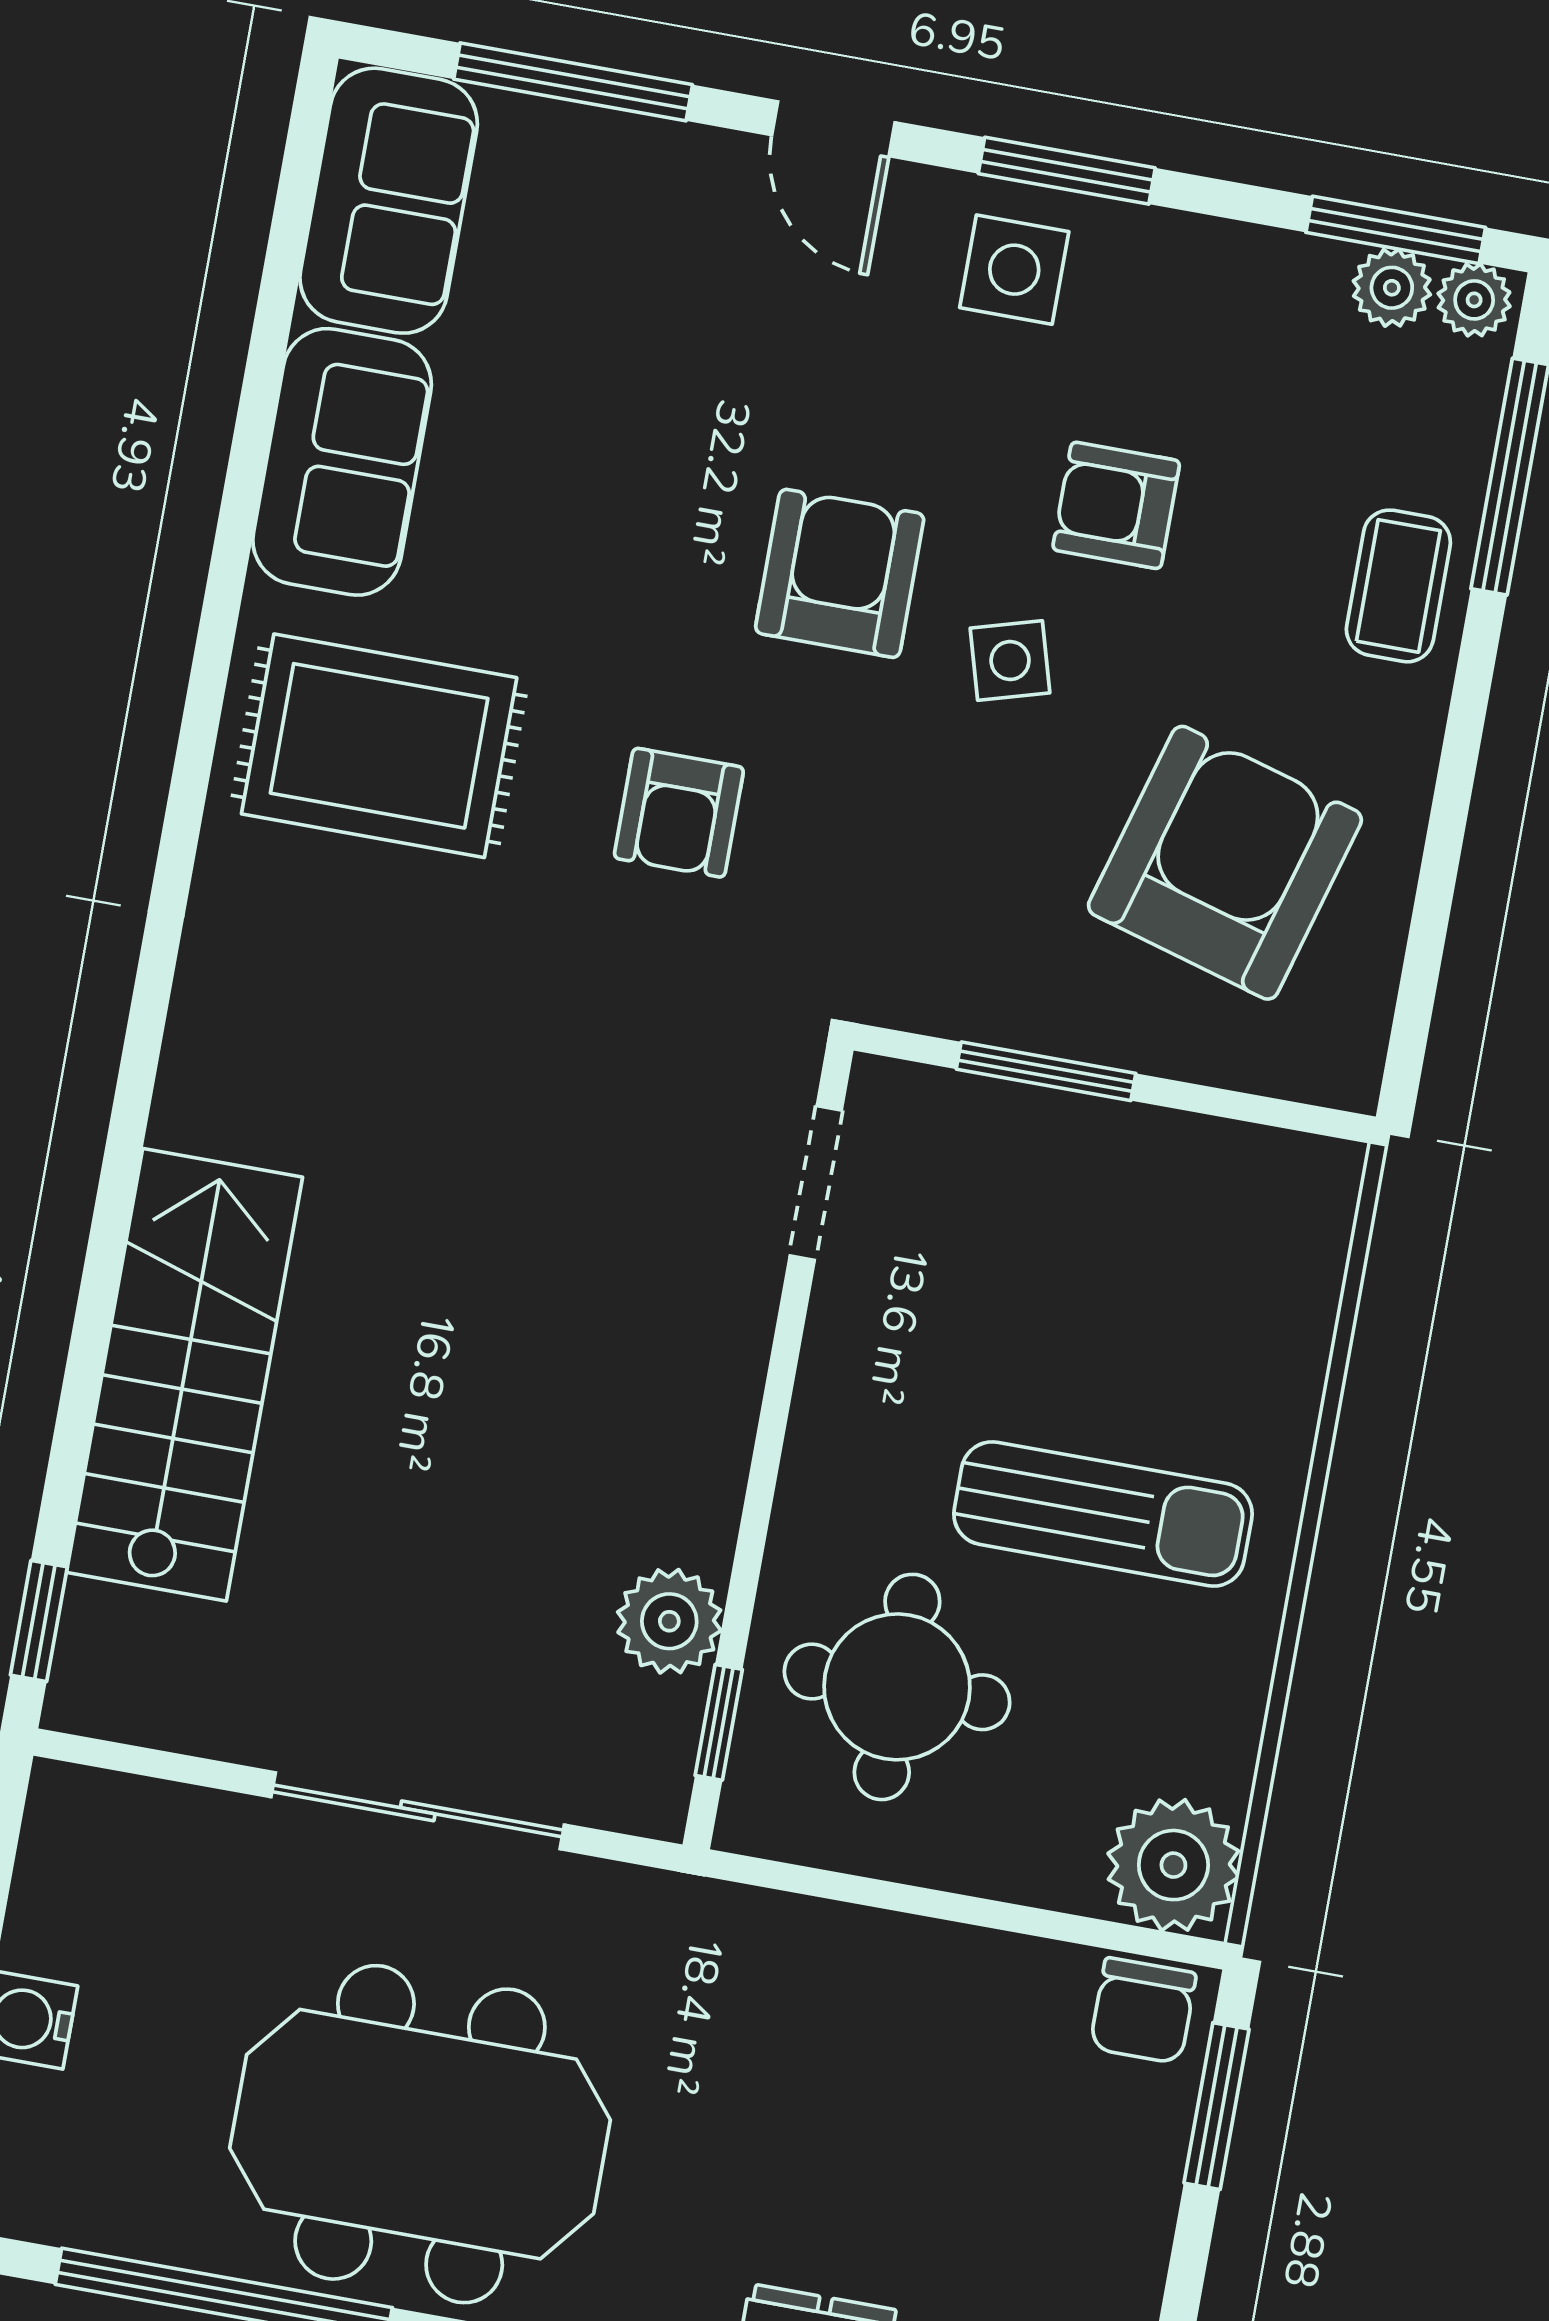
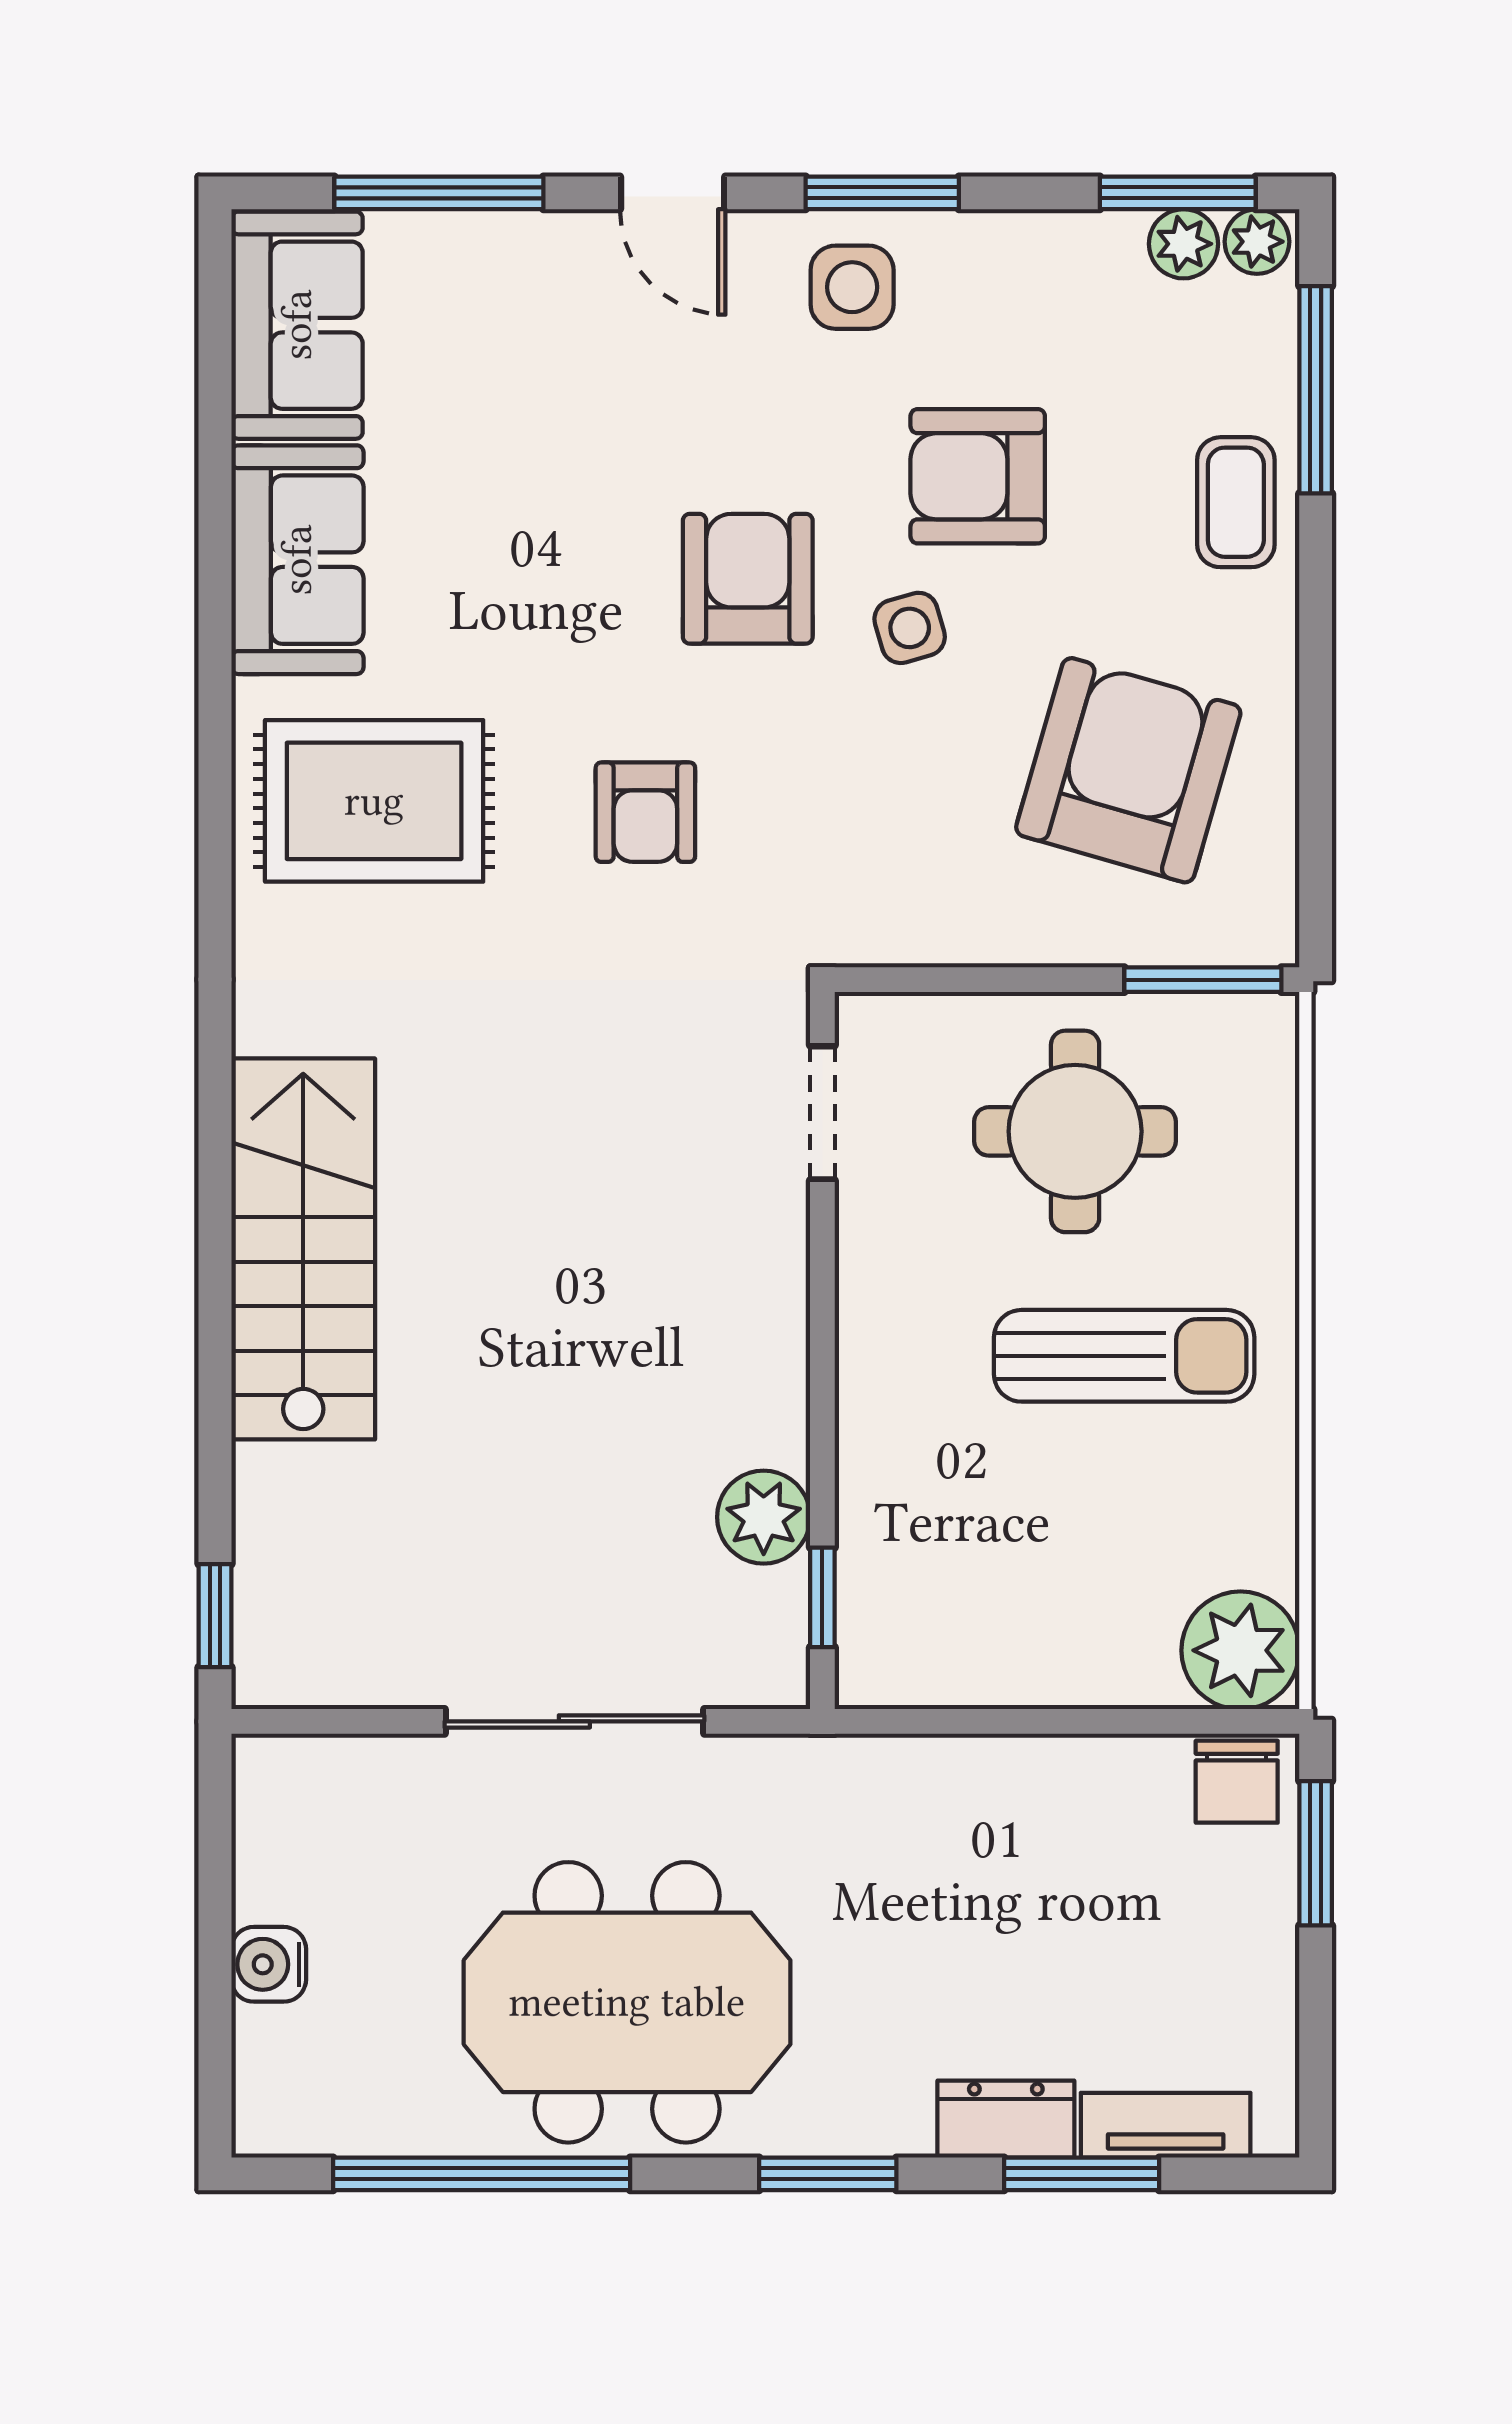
armchair: (1116, 505) -> (978, 476), width x1.38, depth x1.38
window: (1046, 1071) -> (1203, 980), moved
stairs: (184, 1375) -> (303, 1249), moved
round table: (897, 1687) -> (1075, 1131), moved

